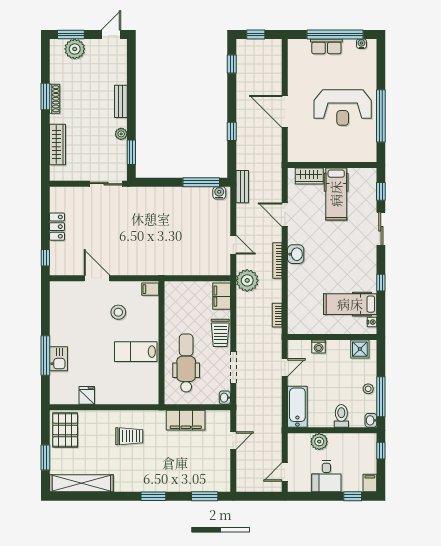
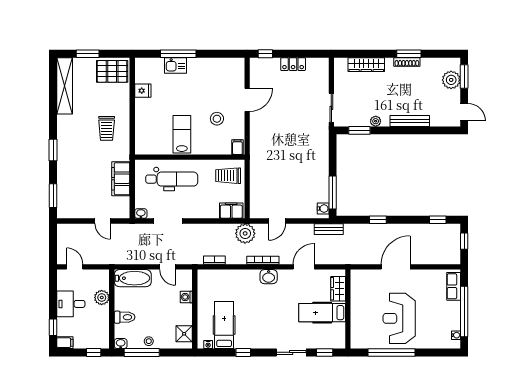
row of seats: (326, 46) -> (454, 286), moved
bench: (121, 101) -> (410, 121), width x1.36
trolley: (220, 333) -> (228, 176), moved

